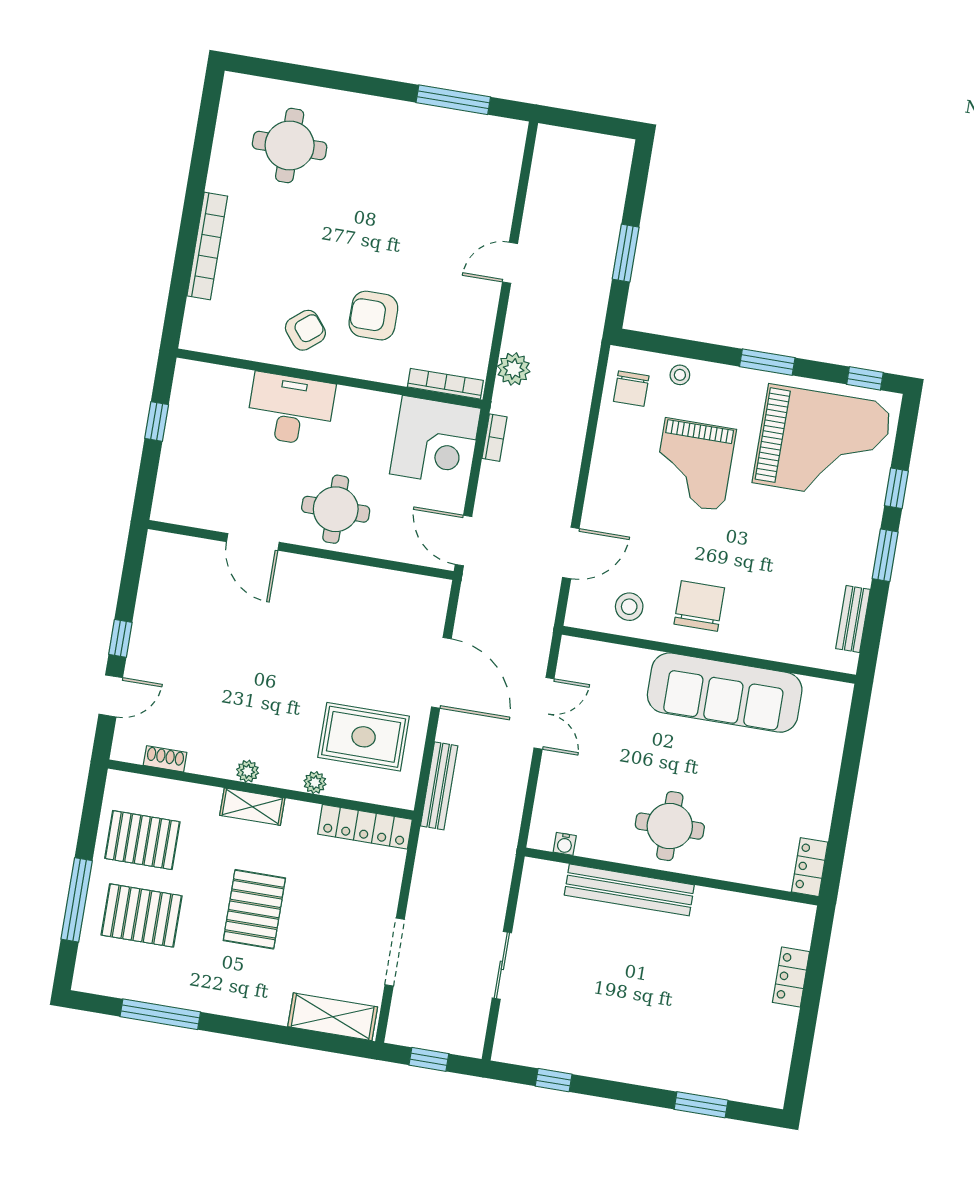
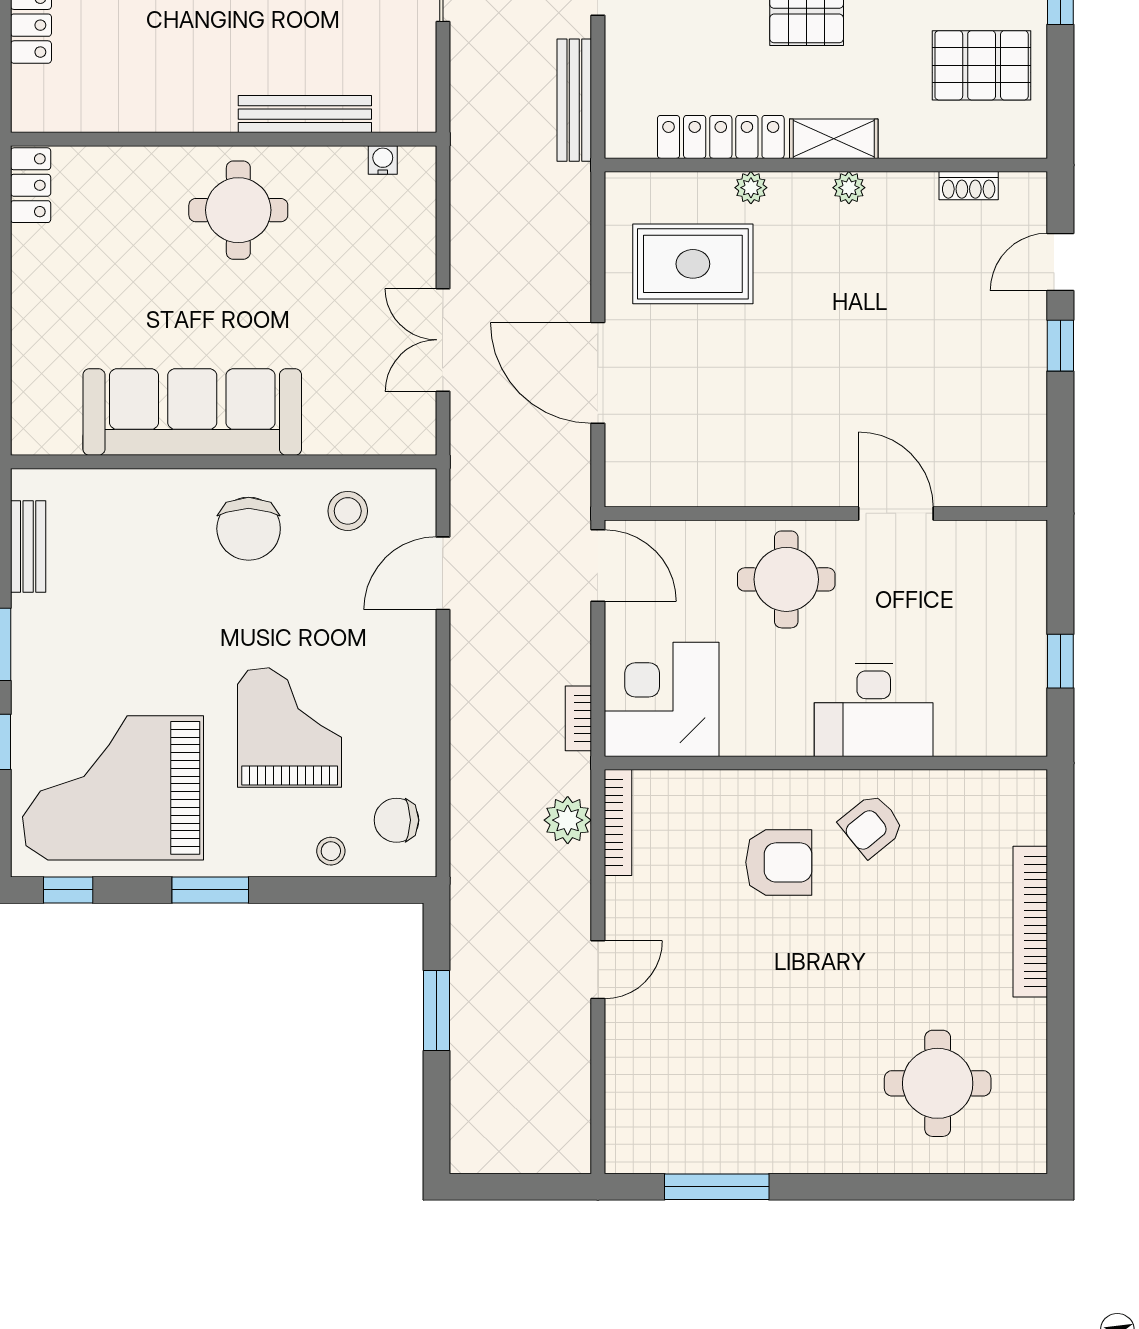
bookcase: (445, 384) -> (618, 823), moved, turned -90
chair: (631, 389) -> (396, 820), turned -90
bench: (439, 786) -> (574, 100), moved
locker: (365, 827) -> (721, 137), moved
bench: (629, 890) -> (305, 114), width x0.73, depth x0.82

